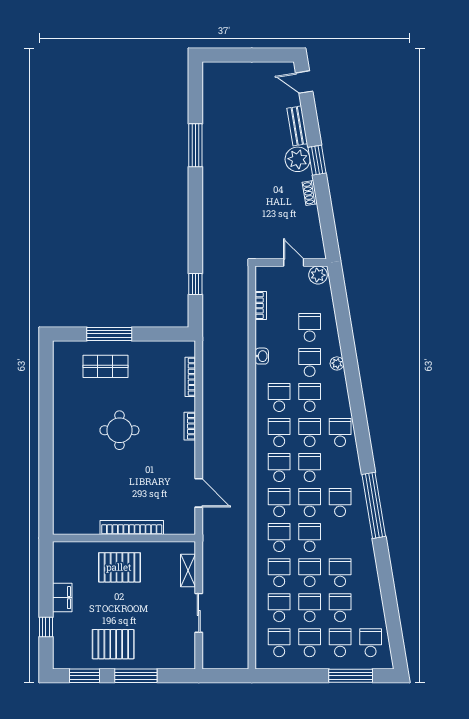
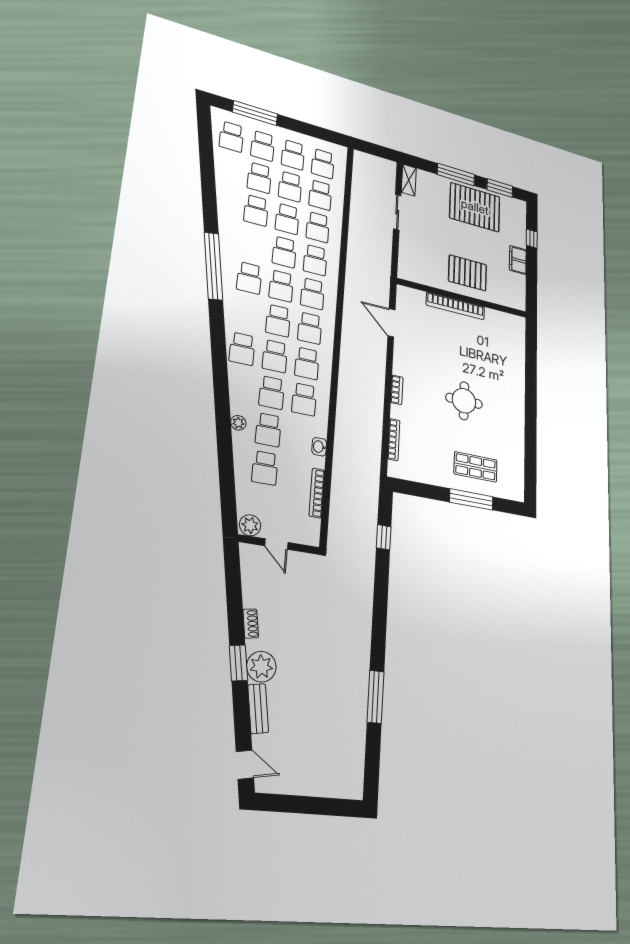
bookcase: (261, 306) -> (317, 493), width x1.56
shelving: (188, 571) -> (409, 180), moved
pallet: (113, 644) -> (475, 207), width x1.37, depth x1.41

